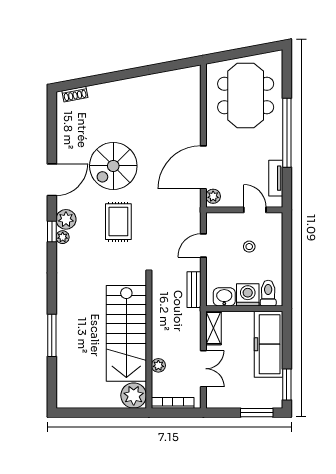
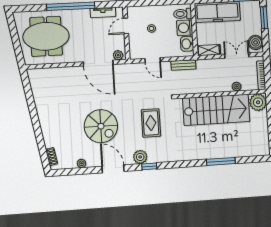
rug: (118, 222) -> (151, 123), moved, turned 90
plant: (63, 237) -> (81, 163), moved
boiler: (221, 398) -> (256, 42), added

